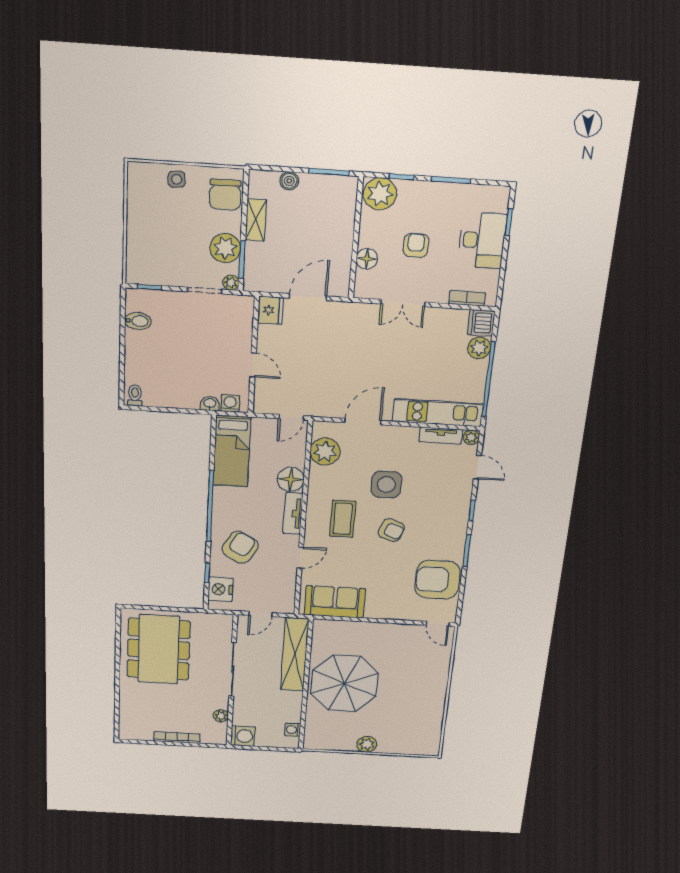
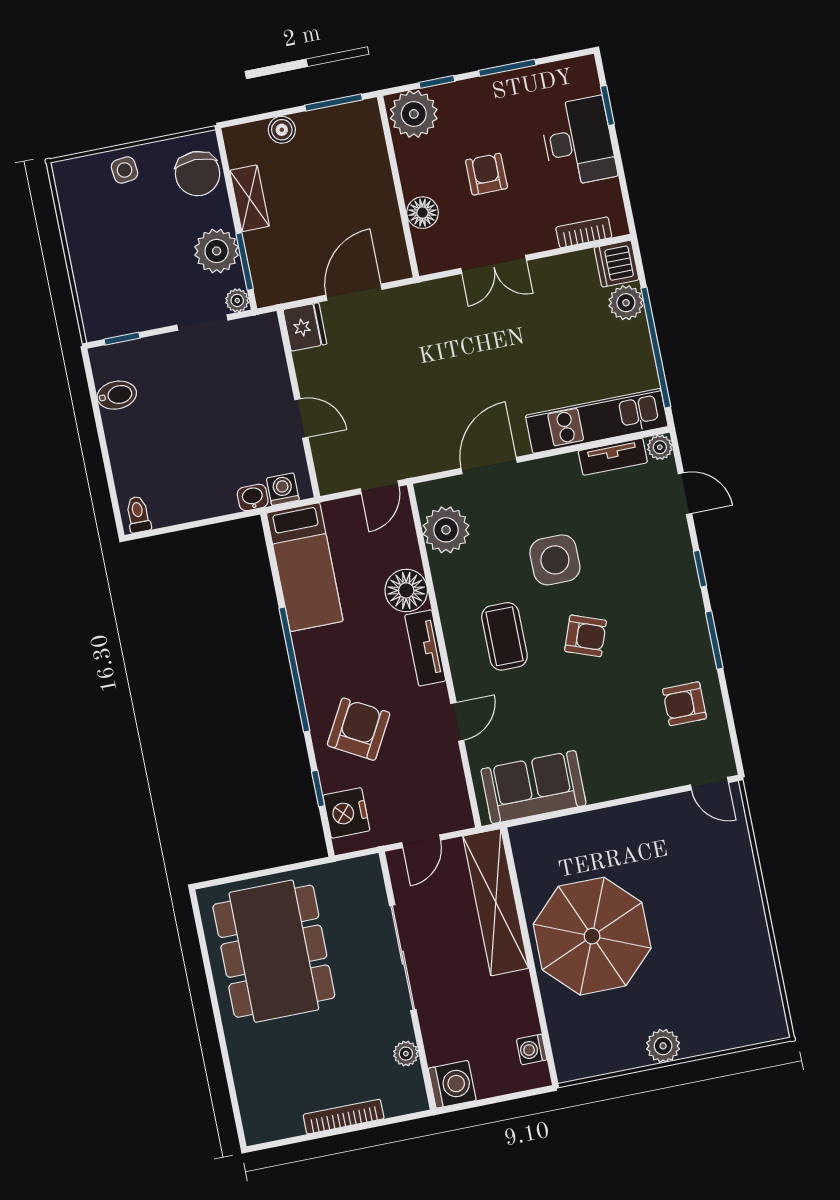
armchair: (438, 580) -> (684, 704), width x0.53, depth x0.53

